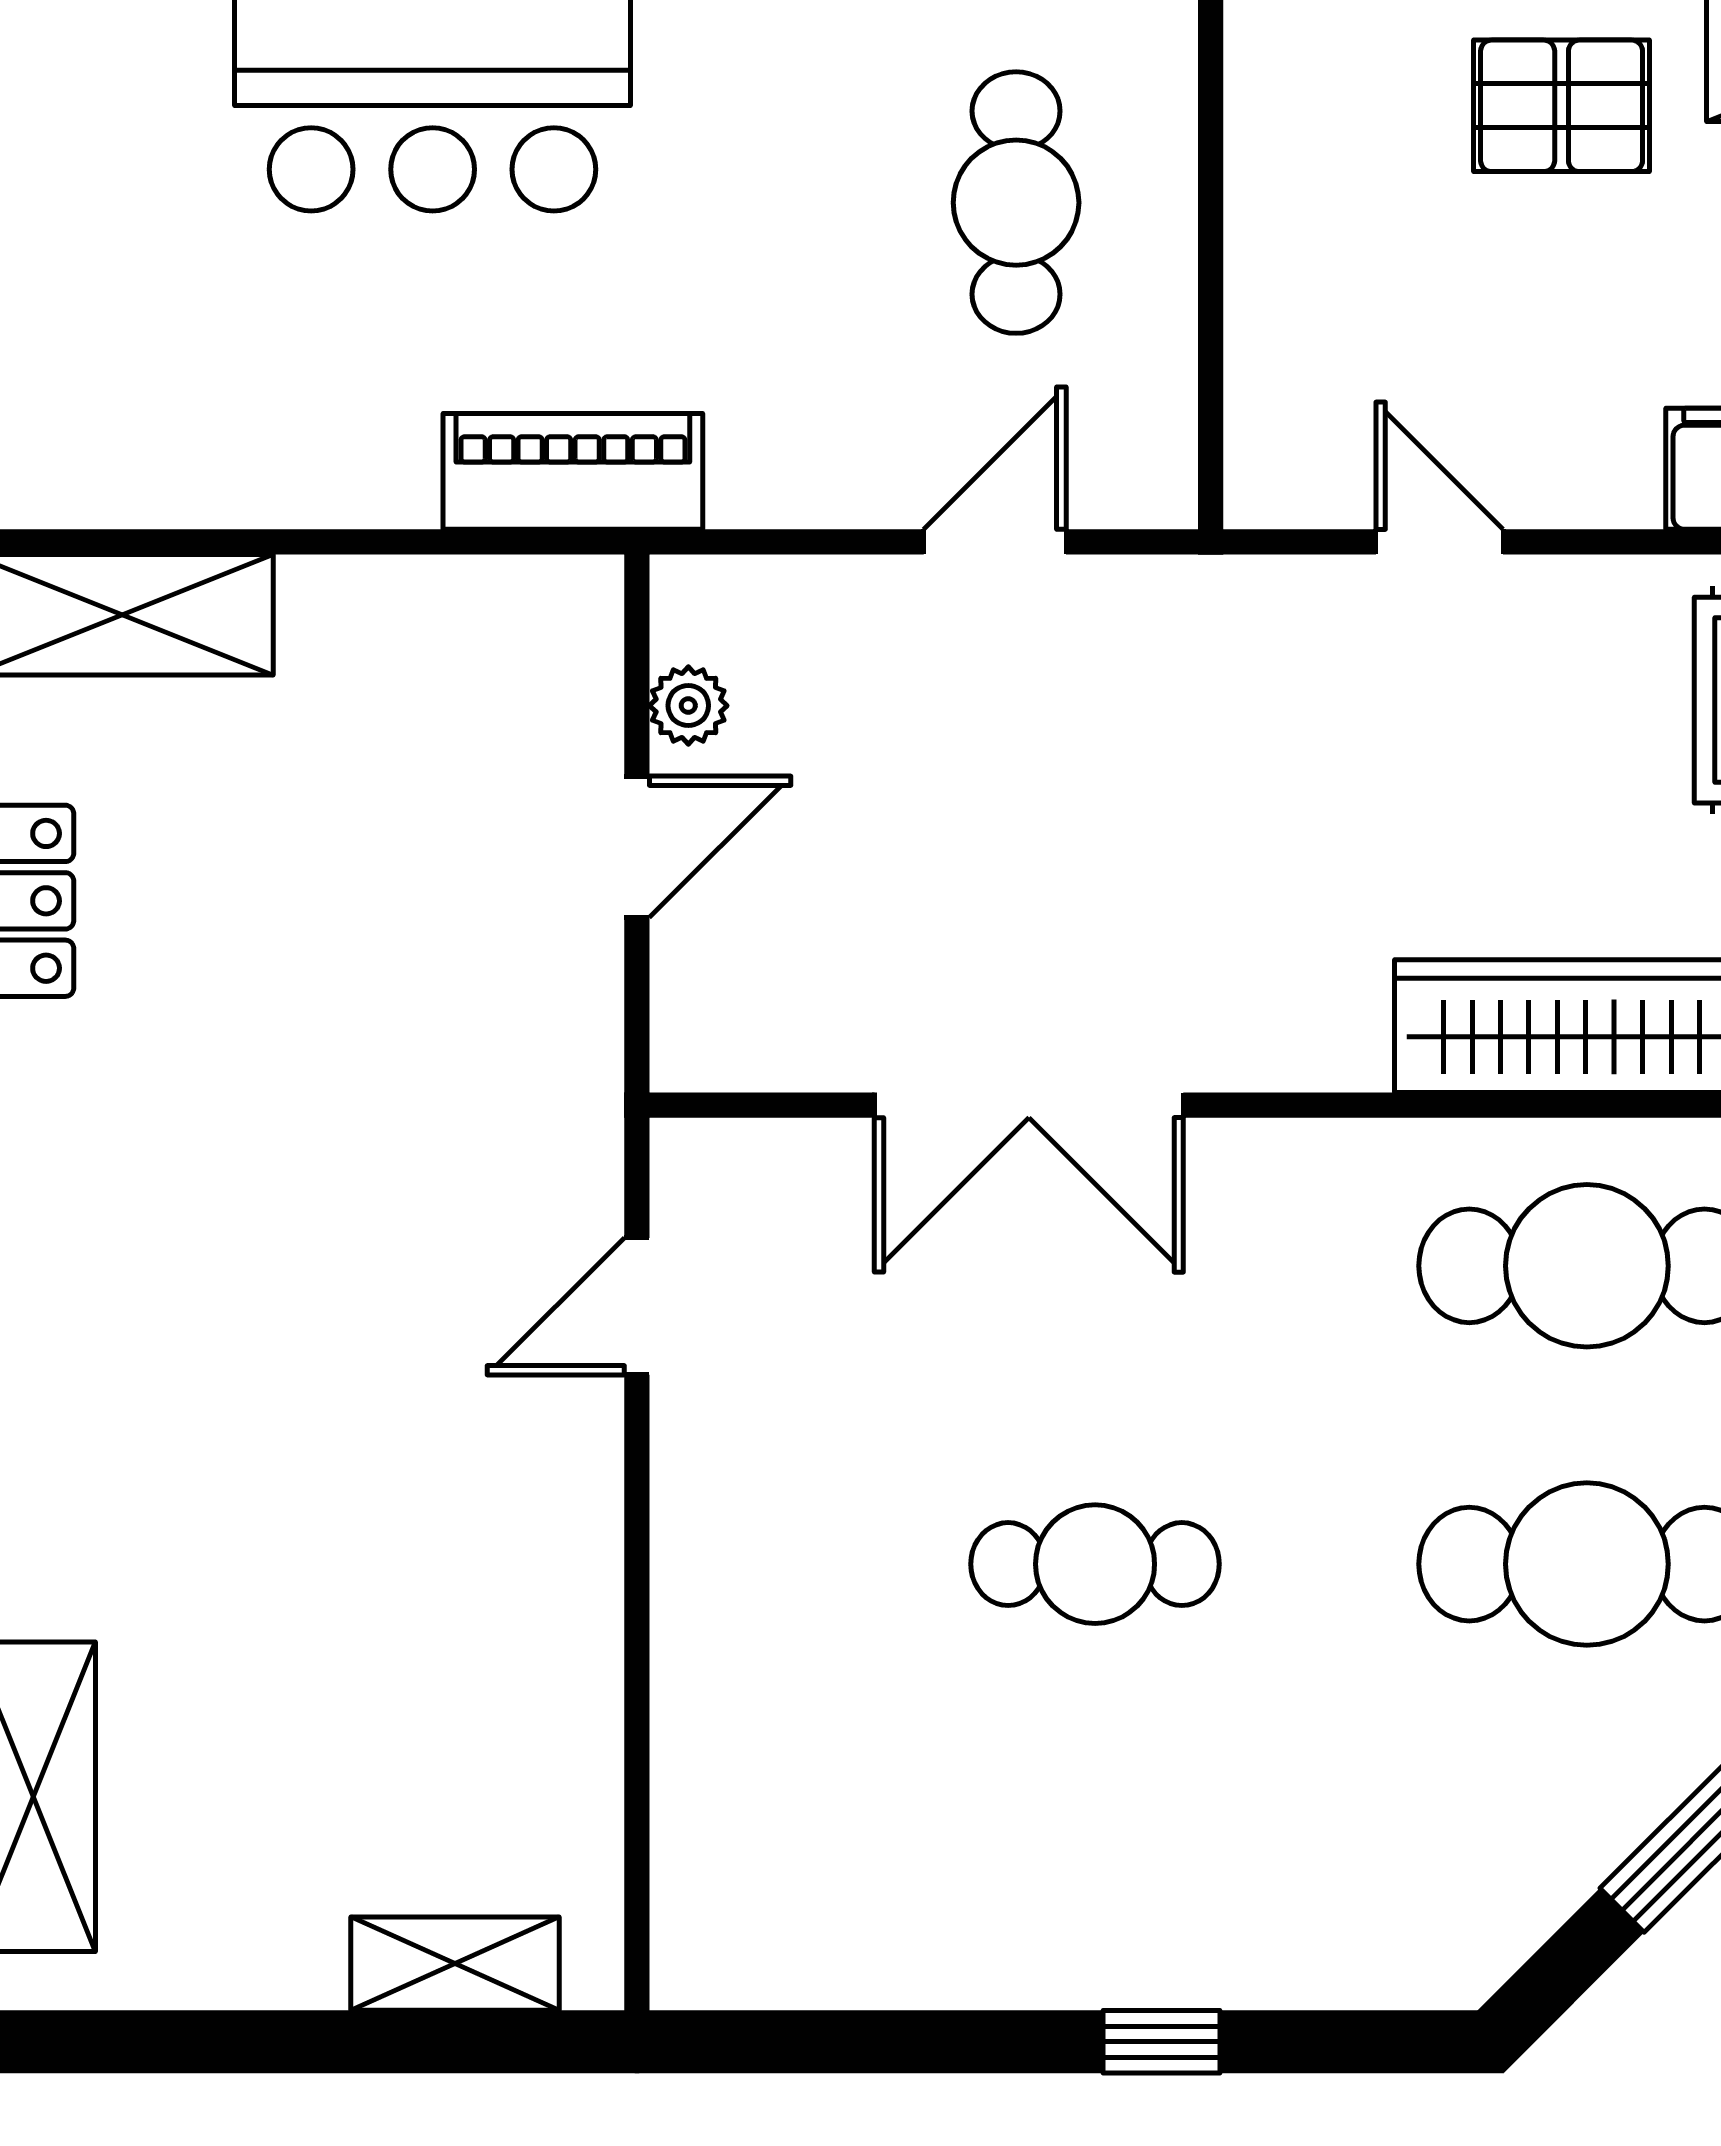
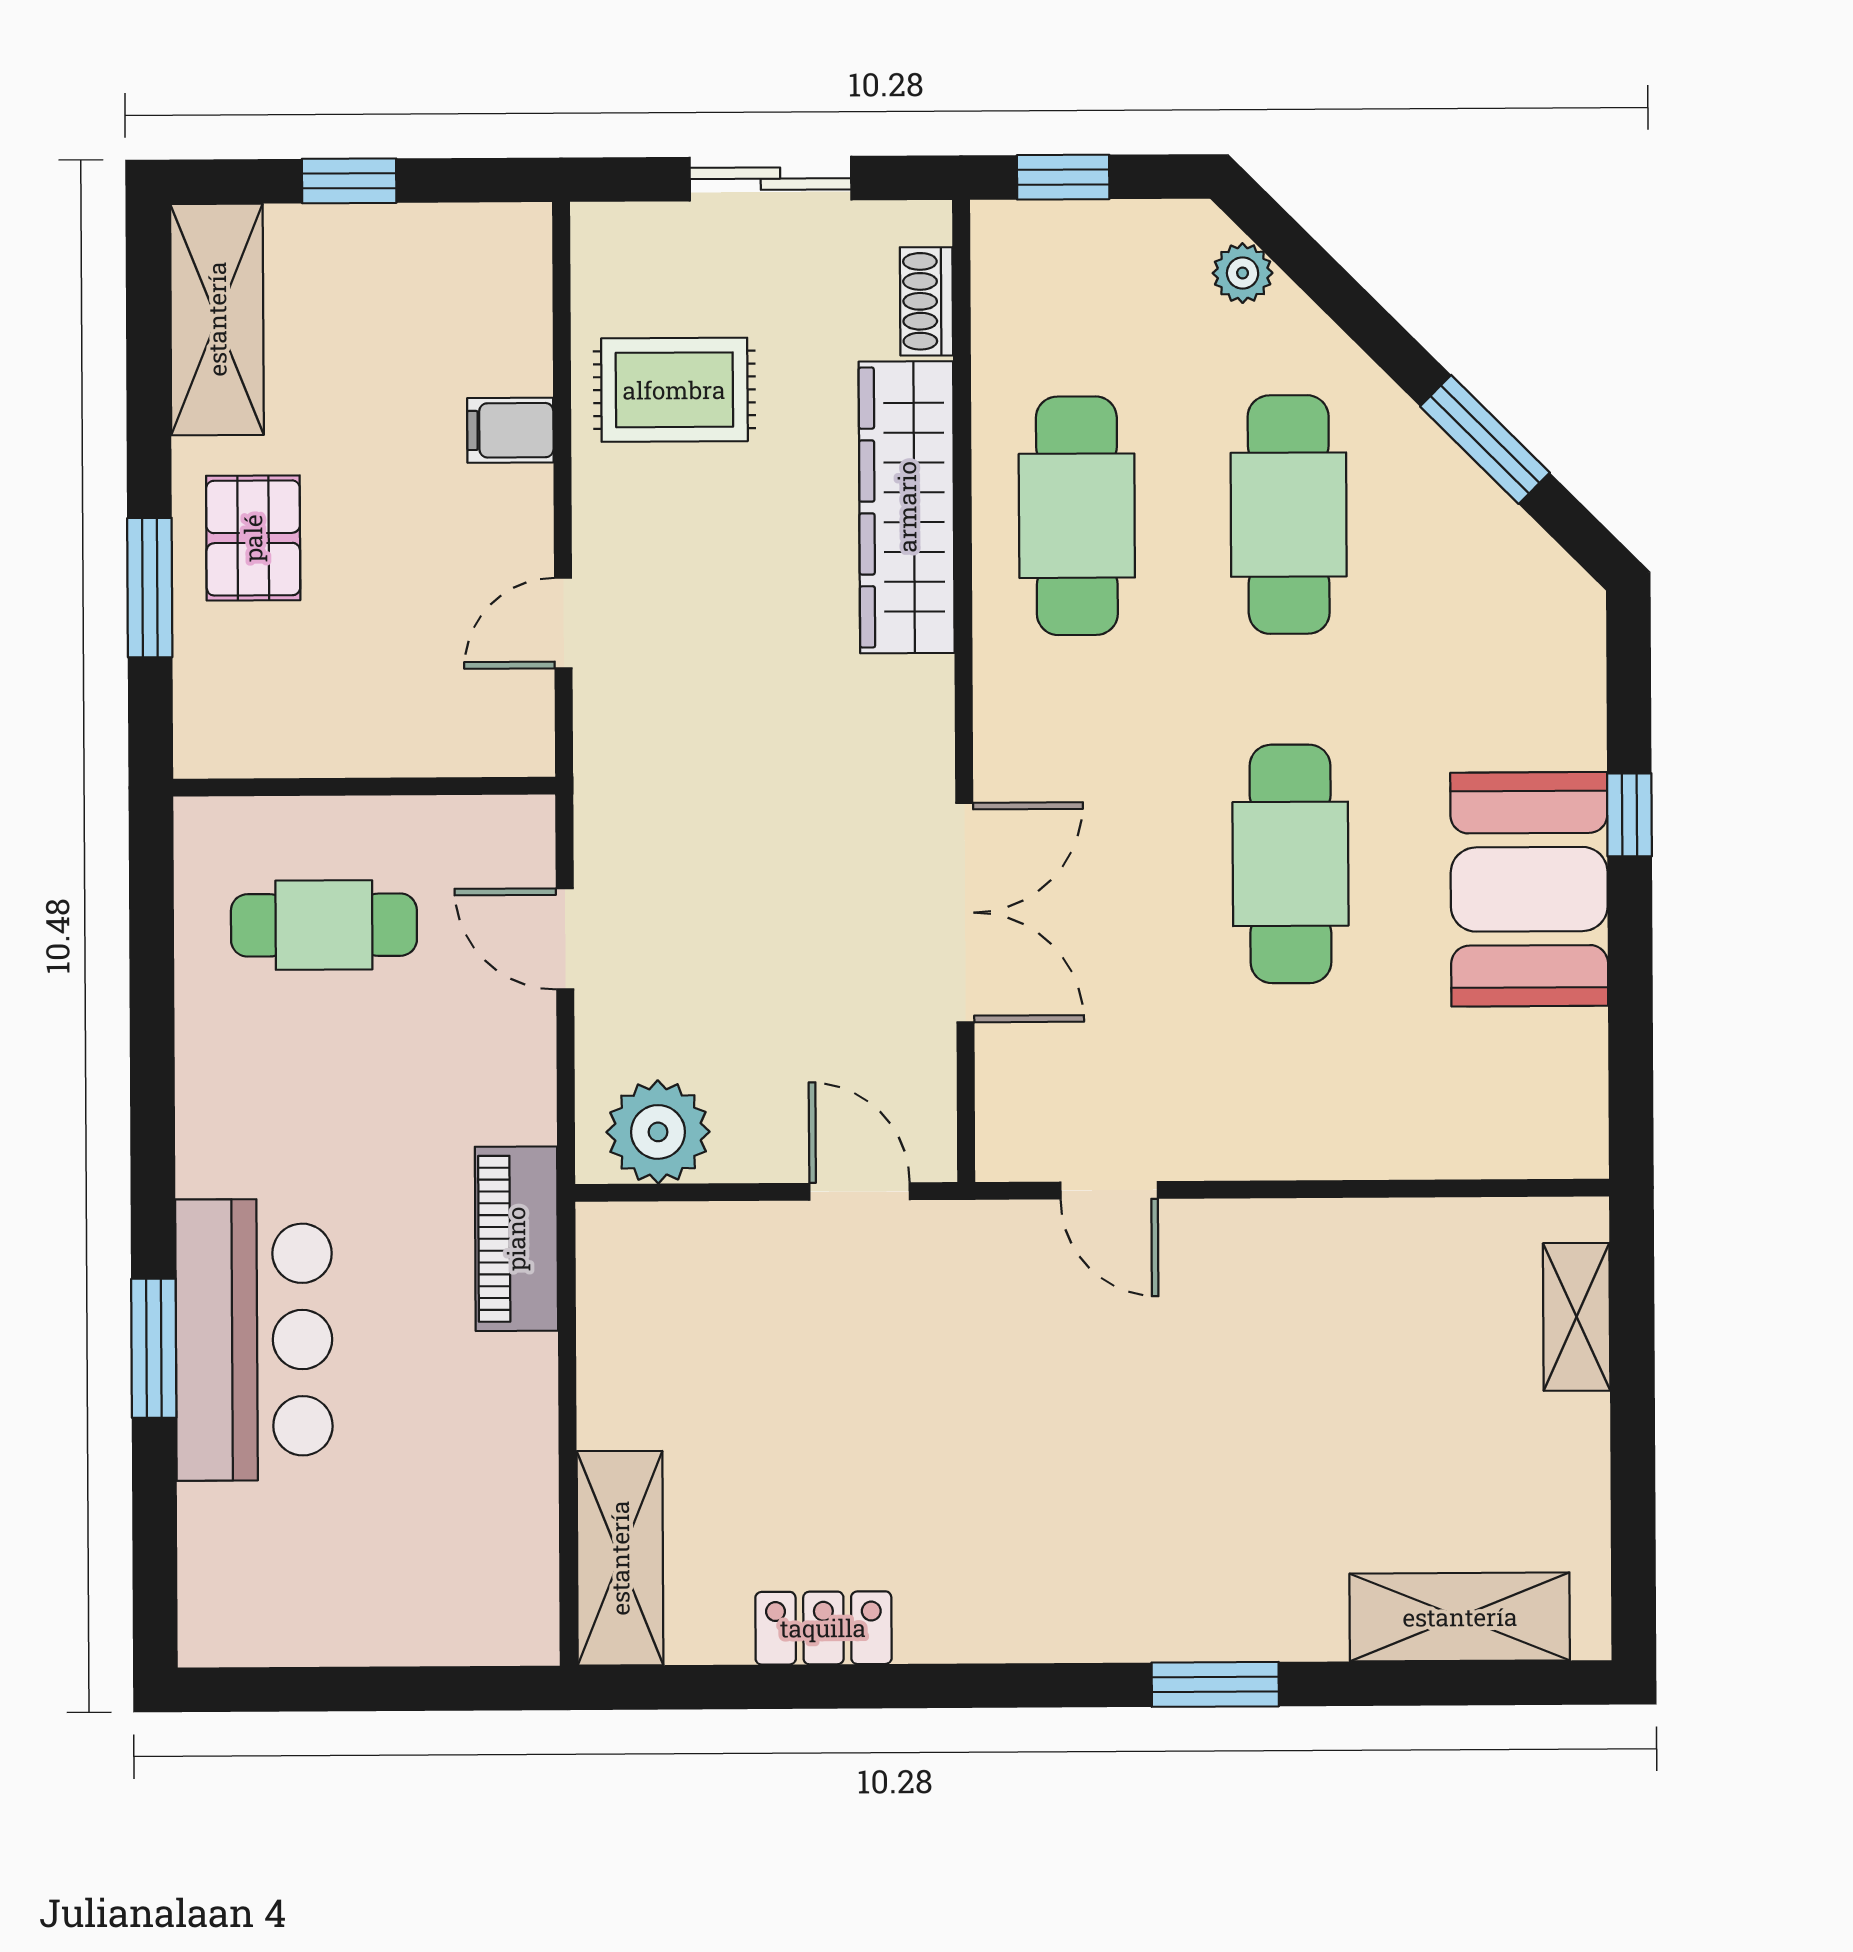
plant: (688, 706) -> (658, 1132), width x1.88, depth x1.88
door: (637, 847) -> (860, 1191), moved
cafe table: (1095, 1564) -> (1290, 864), width x1.37, depth x1.35
booth: (1058, 1900) -> (1529, 889), added

